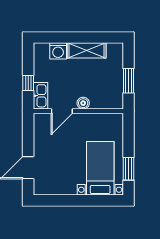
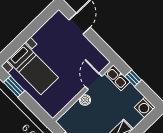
washing machine: (58, 51) -> (145, 107), moved, turned -90

